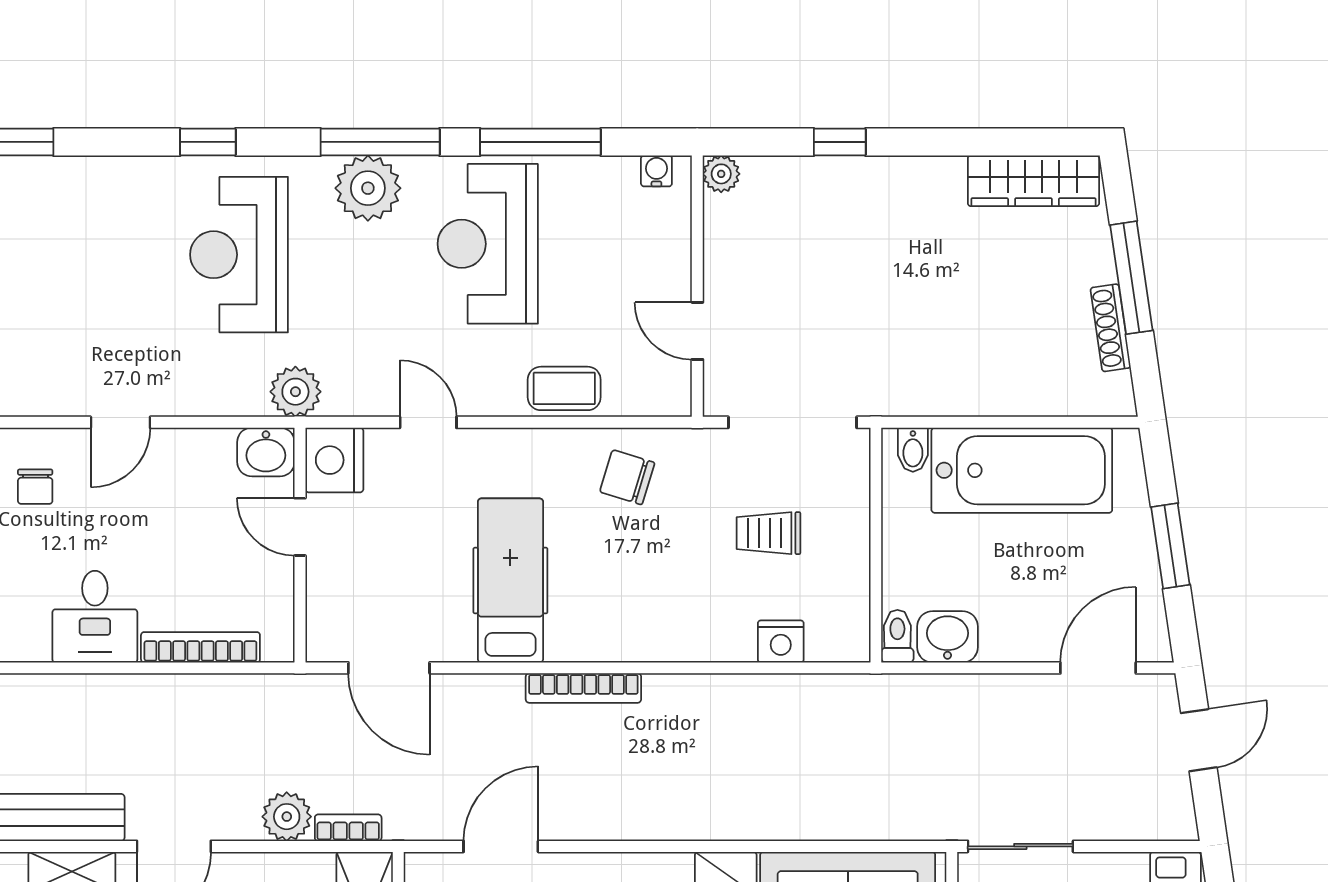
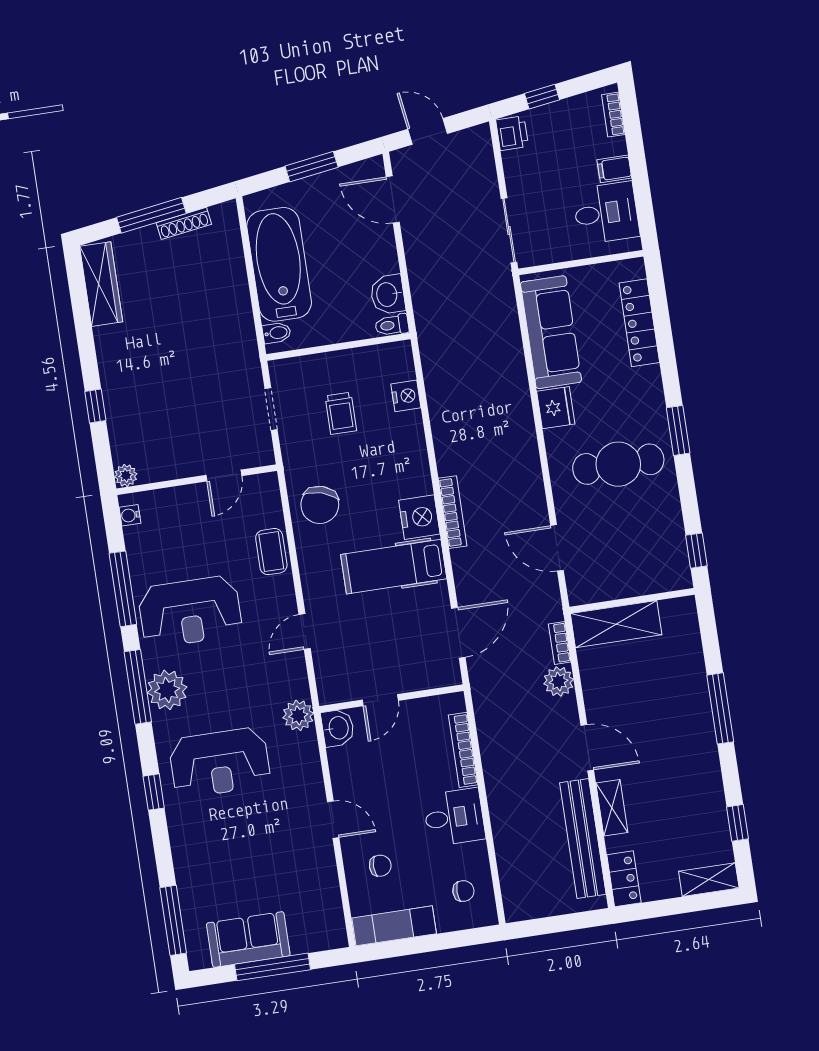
doorway: (792, 422) -> (271, 409), width x0.53
nightstand: (334, 460) -> (419, 517), moved, turned -90
chair: (627, 477) -> (320, 505), width x1.37, depth x1.37

